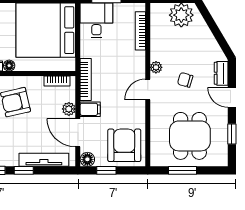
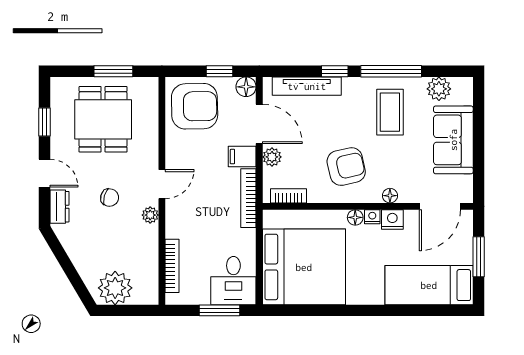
armchair: (124, 145) -> (195, 106), turned -91

